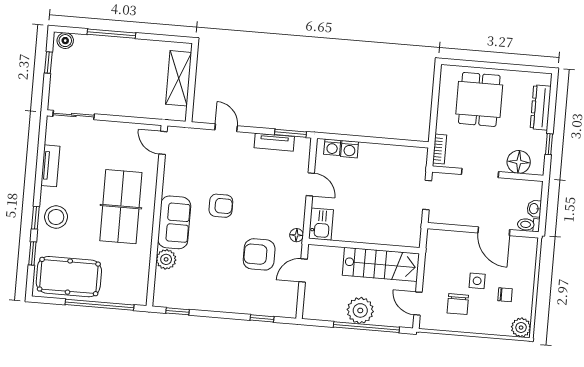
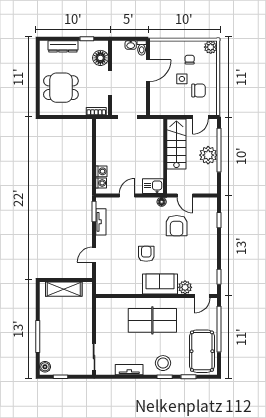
door: (163, 143) -> (202, 296), moved

